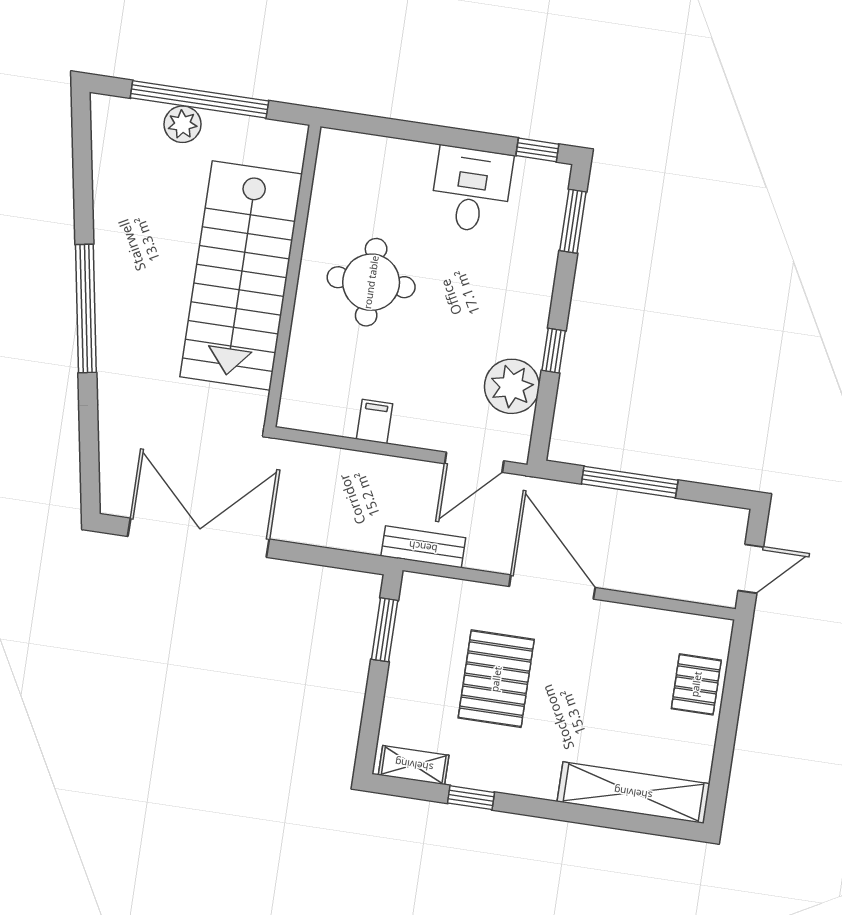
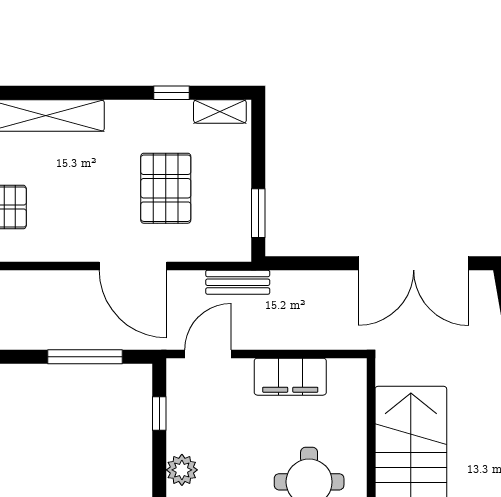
window: (554, 351) -> (159, 414), moved
plant: (512, 386) -> (182, 470), moved, width x0.73, depth x0.73
filing cabinet: (375, 421) -> (290, 377), width x3.00, depth x1.17

